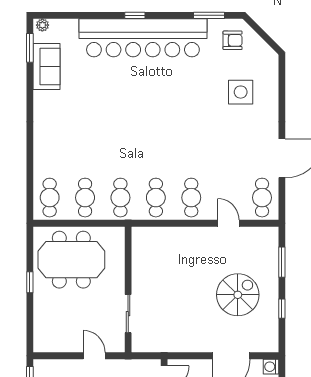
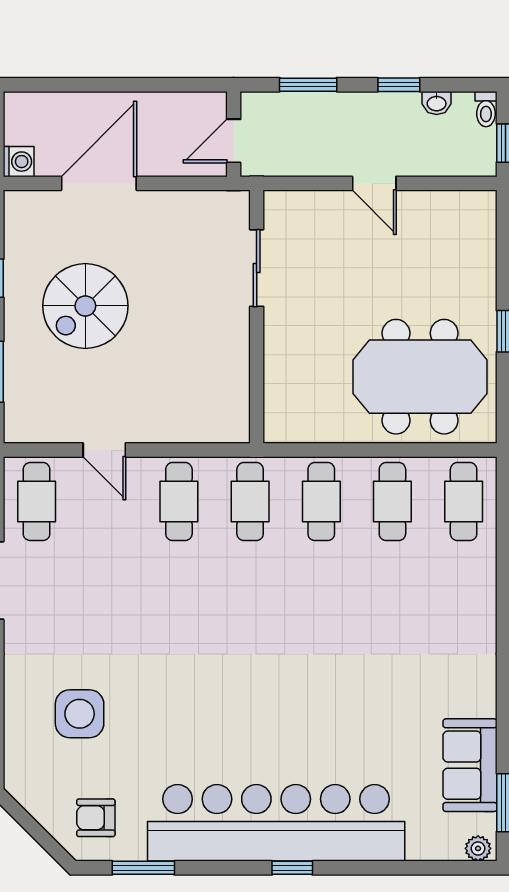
wall: (128, 290) -> (257, 317), moved
sliding door: (128, 314) -> (257, 268), moved

